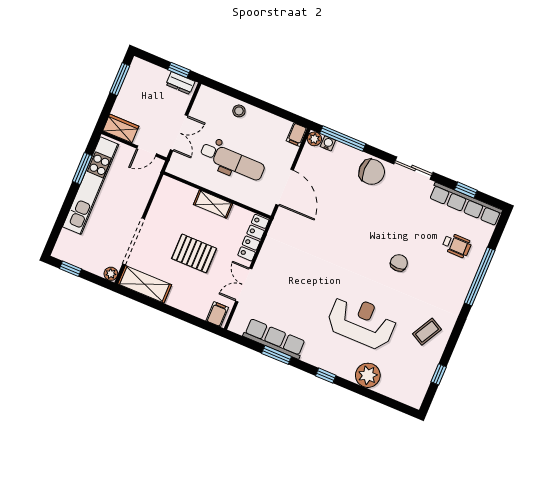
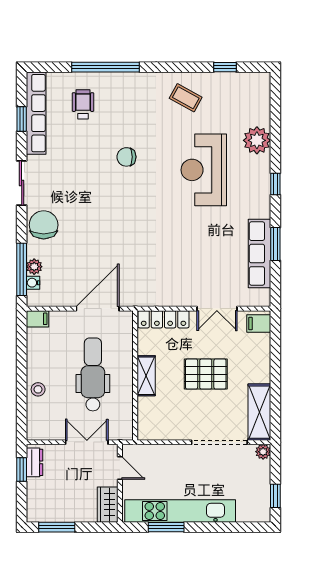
plant: (314, 139) -> (34, 267), moved
pallet: (194, 253) -> (206, 374), turned 90

